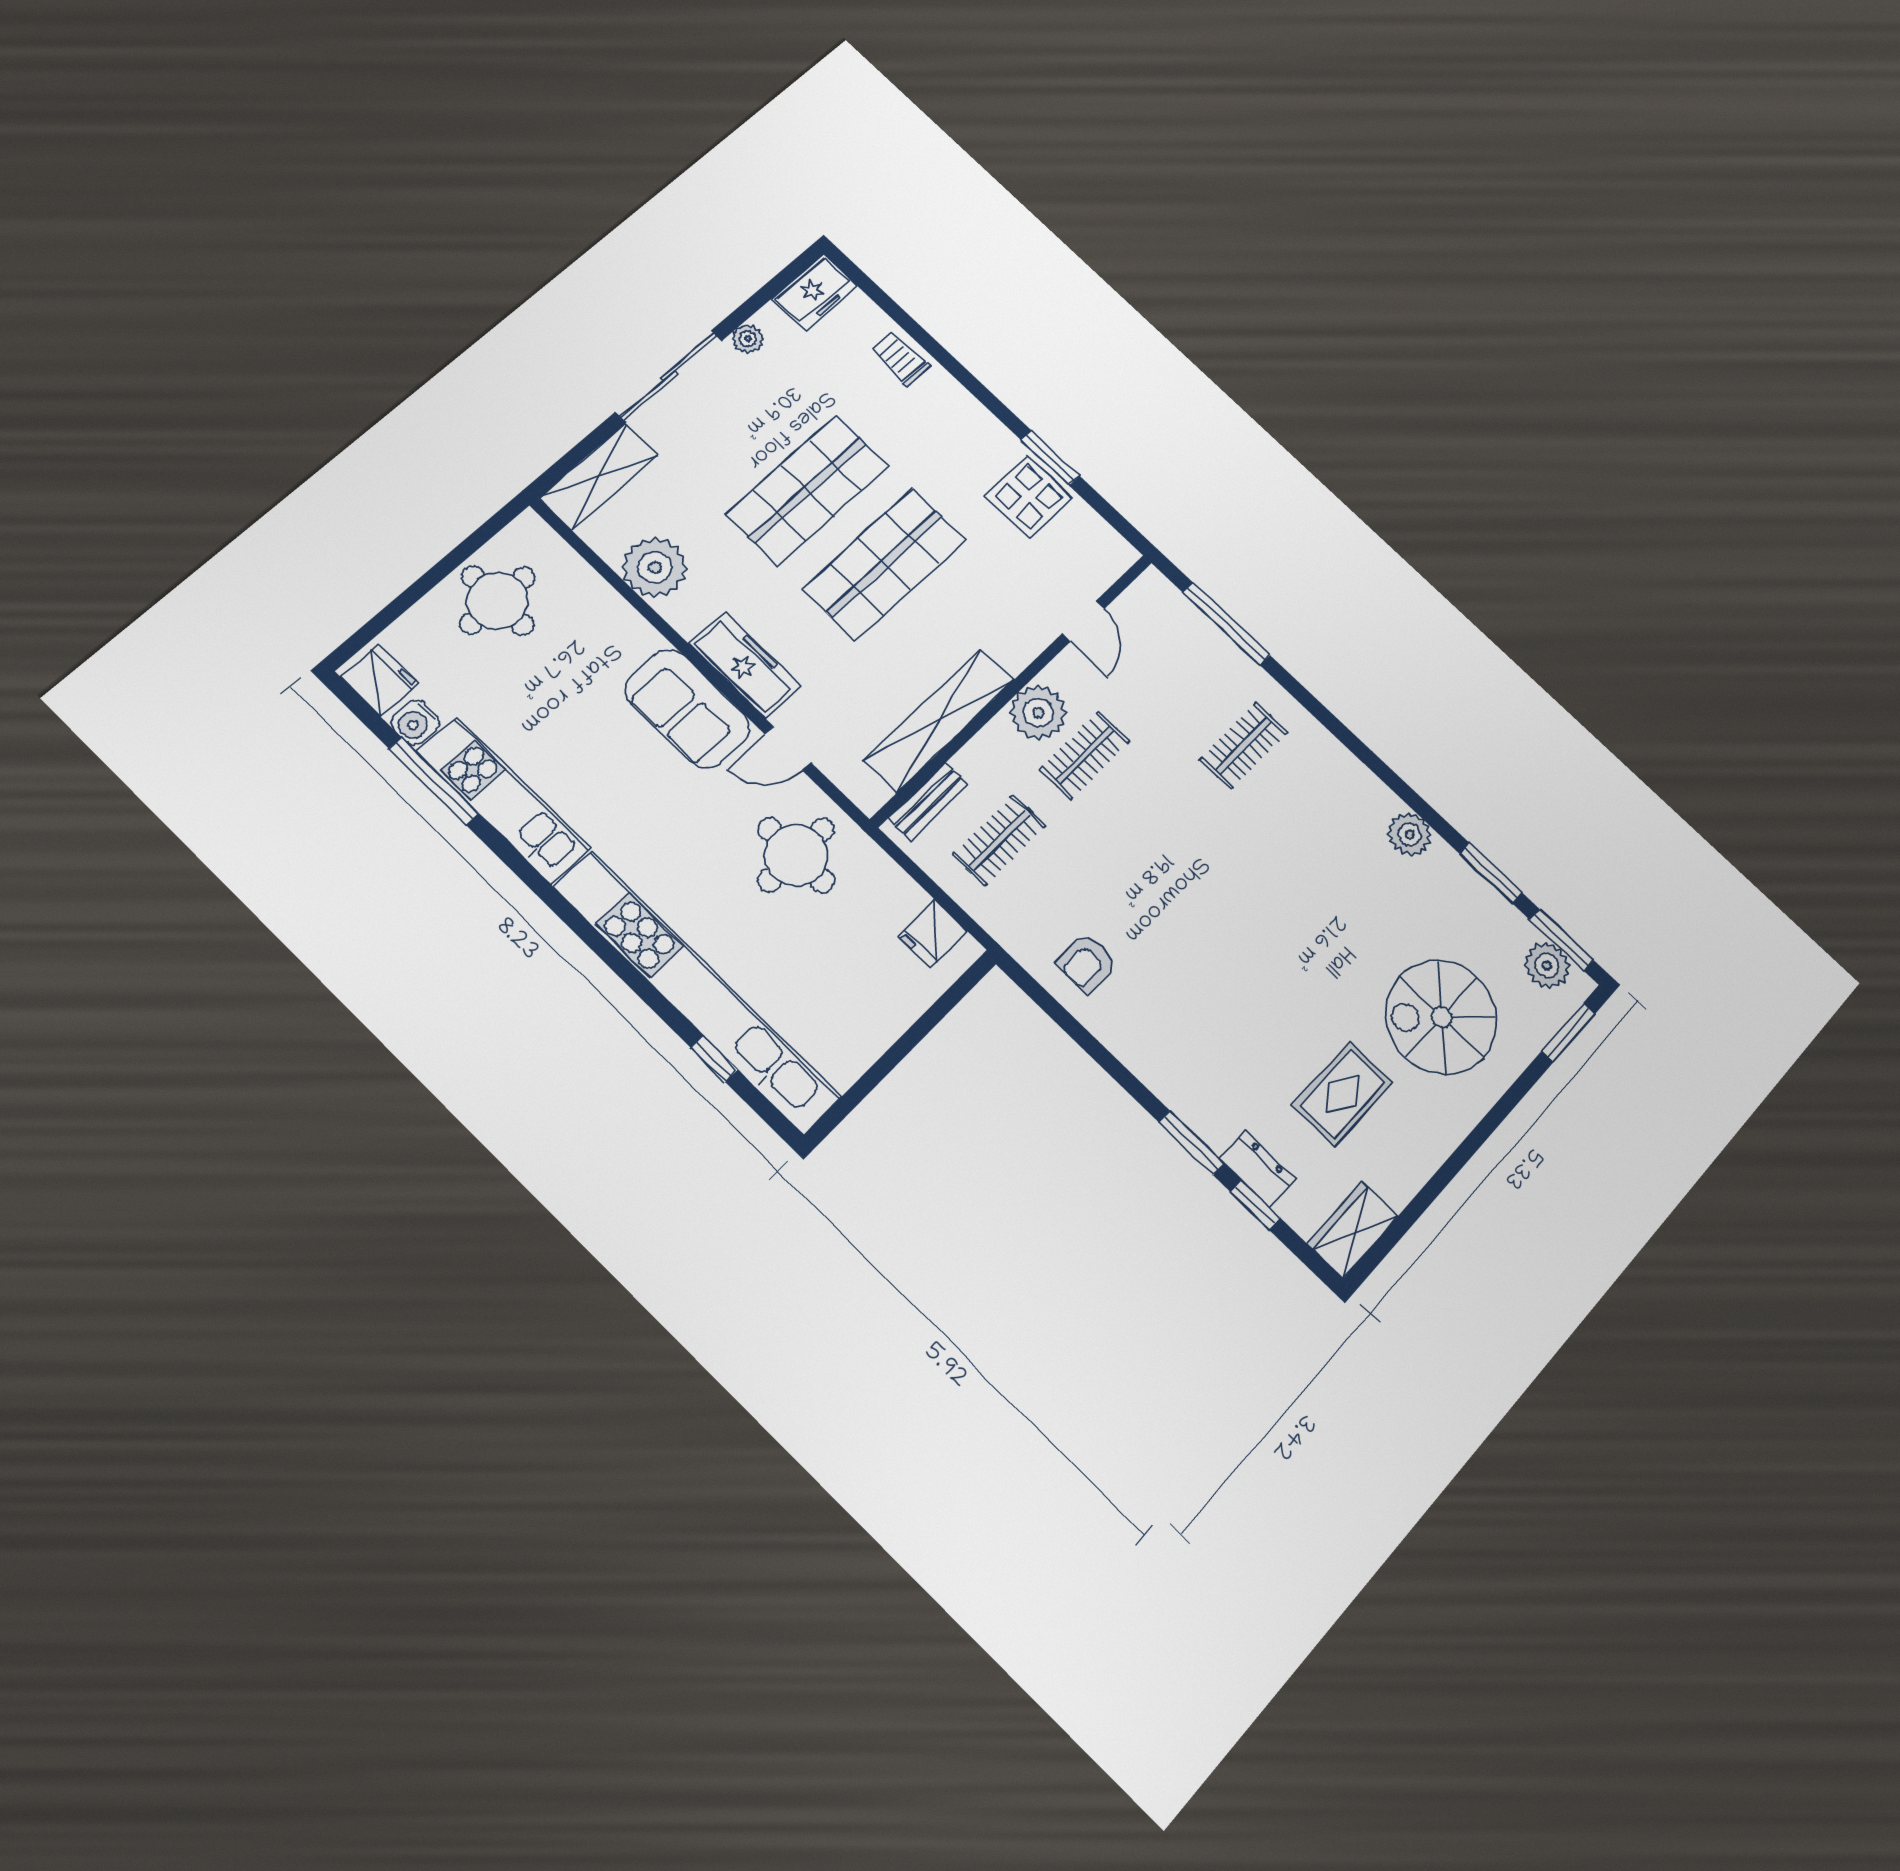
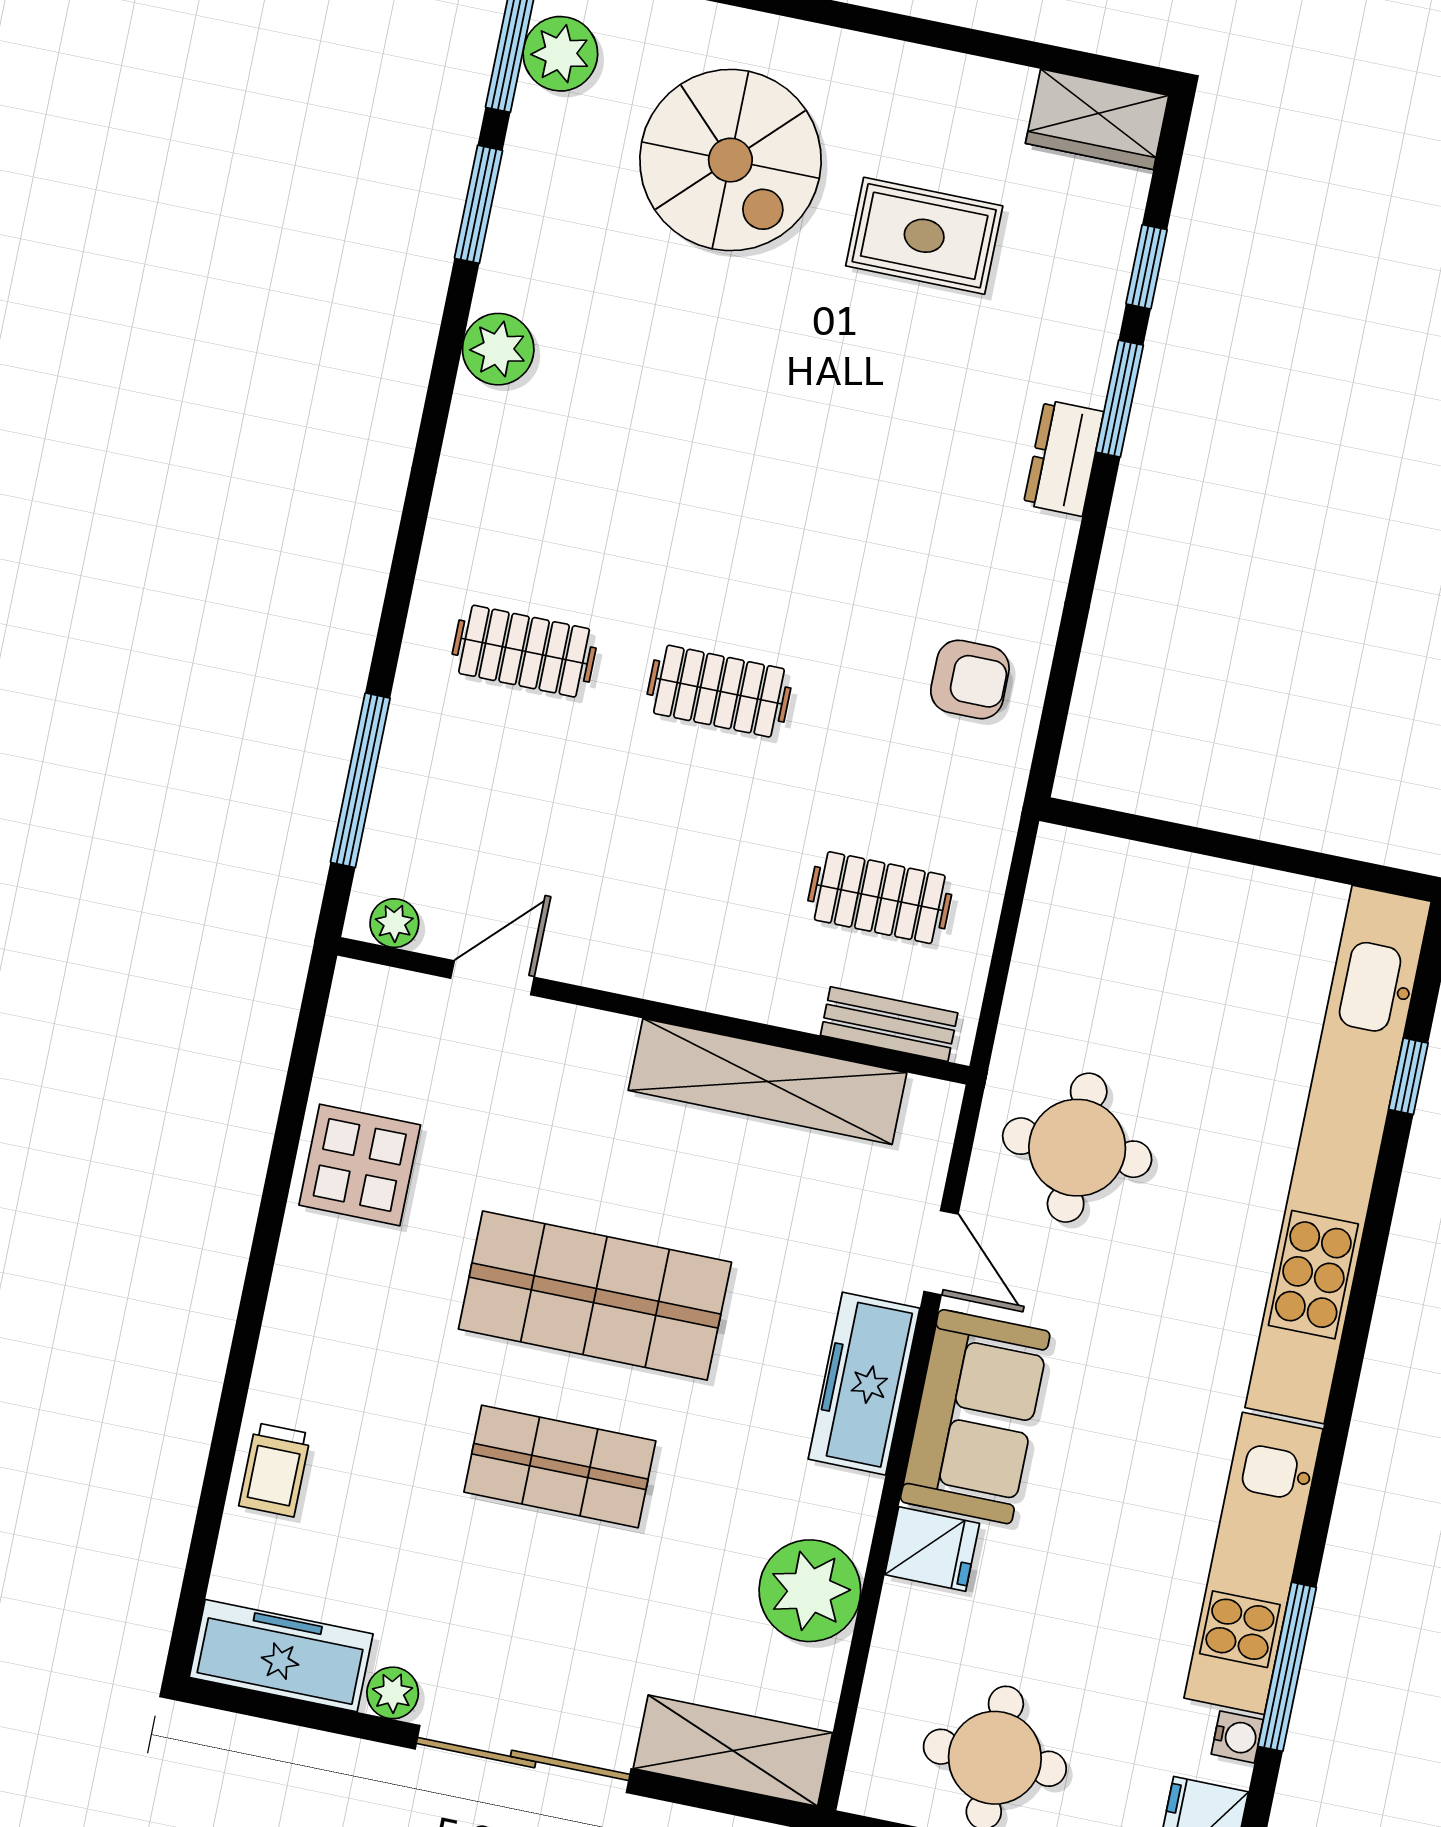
freezer: (815, 292) -> (281, 1656), width x1.40
window: (1050, 458) -> (280, 1172), removed
shop shelf: (807, 490) -> (560, 1467), width x0.70, depth x0.74
plant: (1038, 712) -> (394, 923), moved, width x0.53, depth x0.53
water cooler: (415, 723) -> (1237, 1737), width x0.72, depth x0.72
clothes rail: (1085, 755) -> (719, 691), moved
fridge: (933, 934) -> (932, 1549), moved
dresser: (1257, 1169) -> (1064, 458), moved

